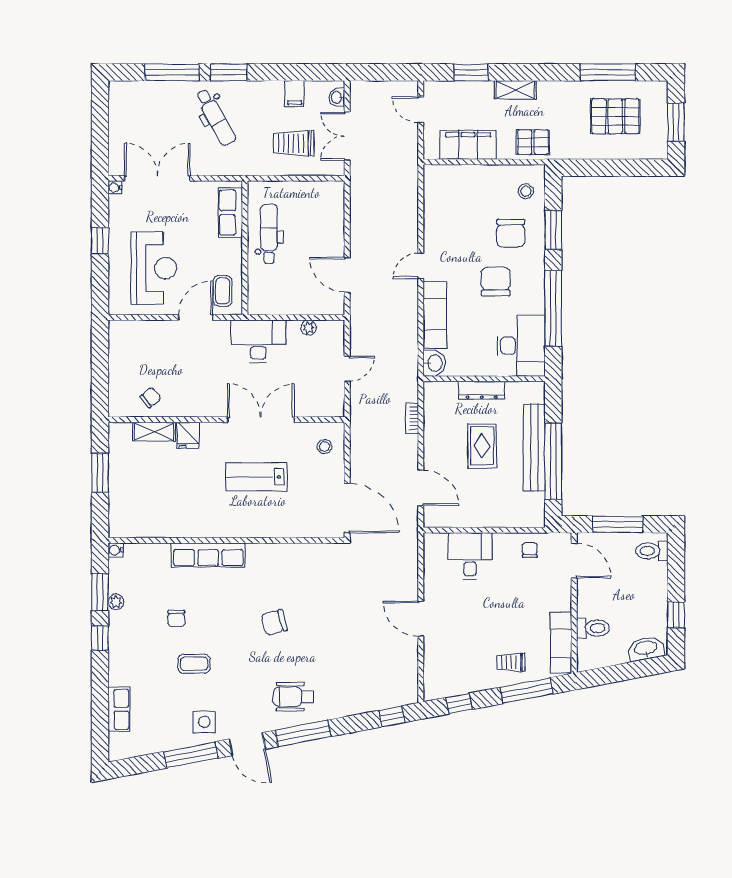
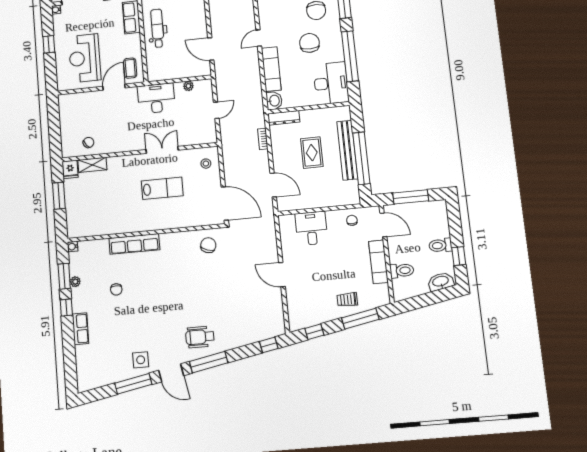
reception desk: (154, 268) -> (85, 58), turned 180
dresser: (482, 390) -> (284, 118), moved
double door: (261, 420) -> (162, 150), width x0.73
fridge: (188, 435) -> (70, 169), moved
lab bench: (256, 477) -> (162, 188), turned 180
toilet: (652, 551) -> (440, 245), moved
chair: (274, 622) -> (208, 245), moved, turned 124
exam couch: (561, 643) -> (378, 262), moved
coffee table: (194, 664) -> (131, 320), removed
row of seats: (119, 709) -> (80, 329), moved

